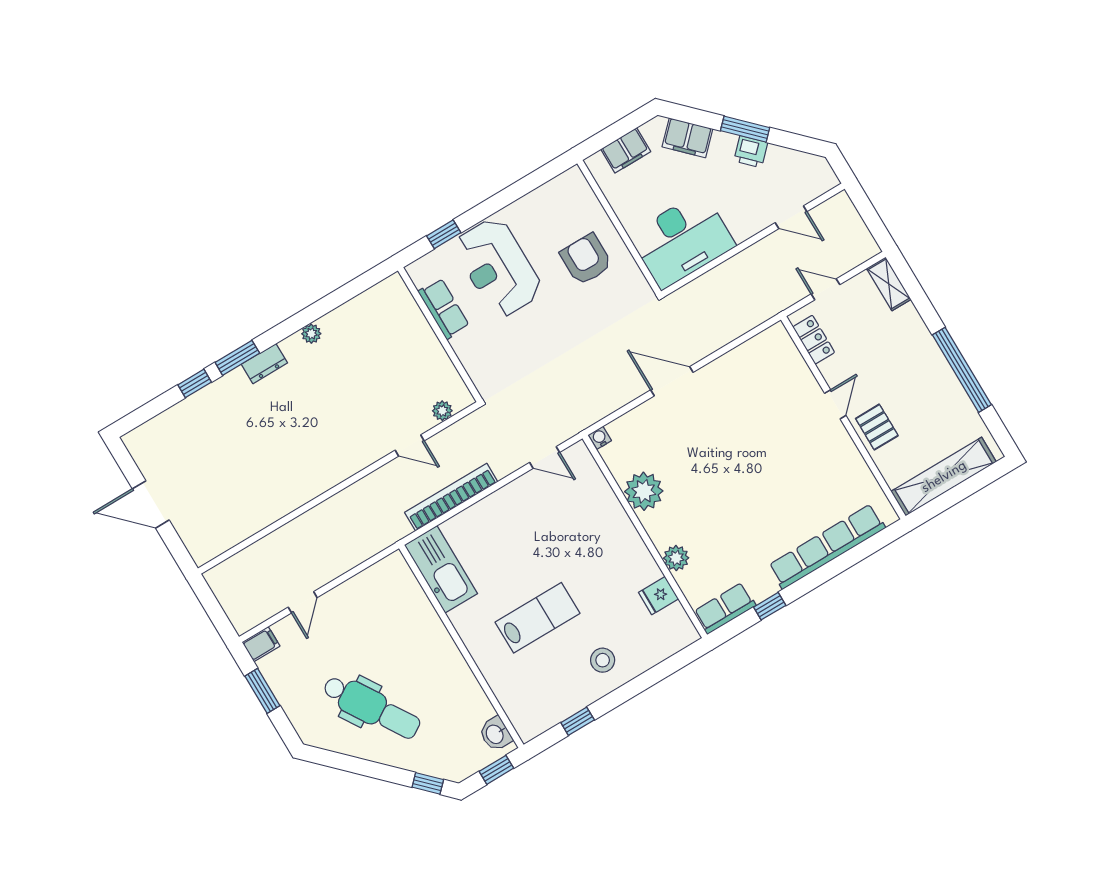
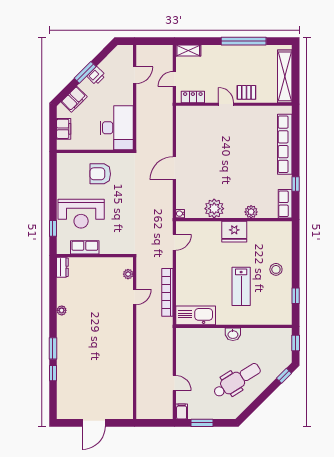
dresser: (264, 364) -> (62, 267), moved
fridge: (658, 596) -> (234, 232), moved, width x1.88, depth x1.34
lab bench: (537, 618) -> (241, 286), turned 180
washbasin: (495, 734) -> (233, 334), moved

